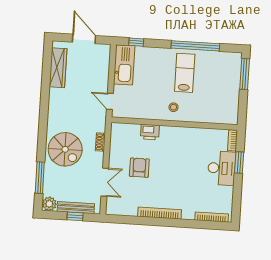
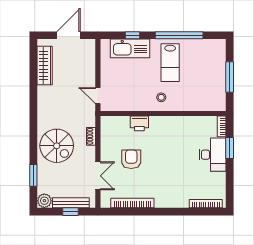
door: (84, 39) -> (68, 35), hinge flipped
window: (136, 42) -> (132, 35), moved
kitchen sink: (124, 65) -> (130, 48), moved, turned 90
lab bench: (185, 73) -> (170, 63), turned 180
window: (245, 74) -> (230, 77), moved
window: (40, 178) -> (33, 175), width x0.69
bookcase: (160, 213) -> (132, 203), moved

